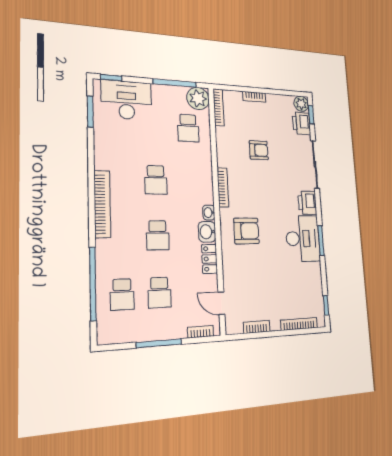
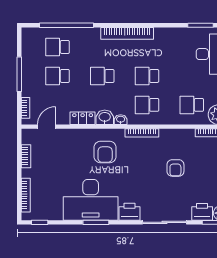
school desk: (190, 181) -> (147, 105), added
desk: (303, 239) -> (91, 200), width x1.36, depth x1.30

